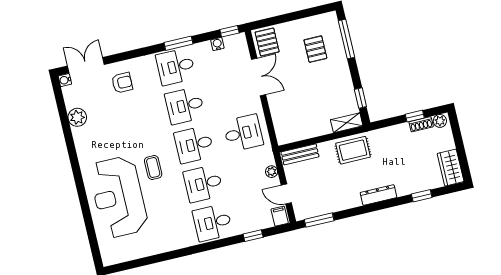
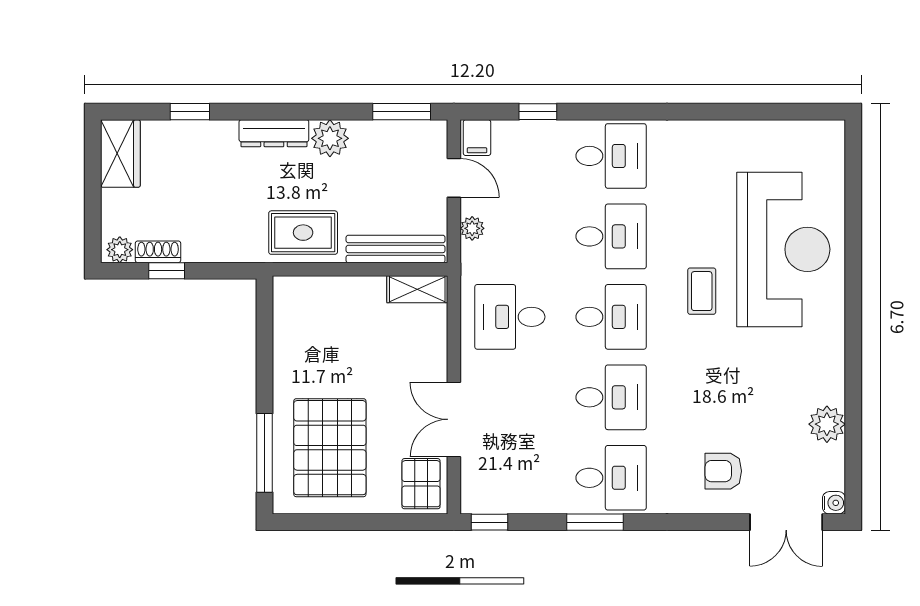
water cooler: (217, 44) -> (519, 503), removed
pallet: (315, 49) -> (330, 448), width x2.05, depth x2.00
window: (360, 98) -> (265, 331), removed
shelving: (347, 123) -> (417, 289), moved
bench: (300, 154) -> (396, 249), width x1.36
plant: (351, 199) -> (330, 138), added

